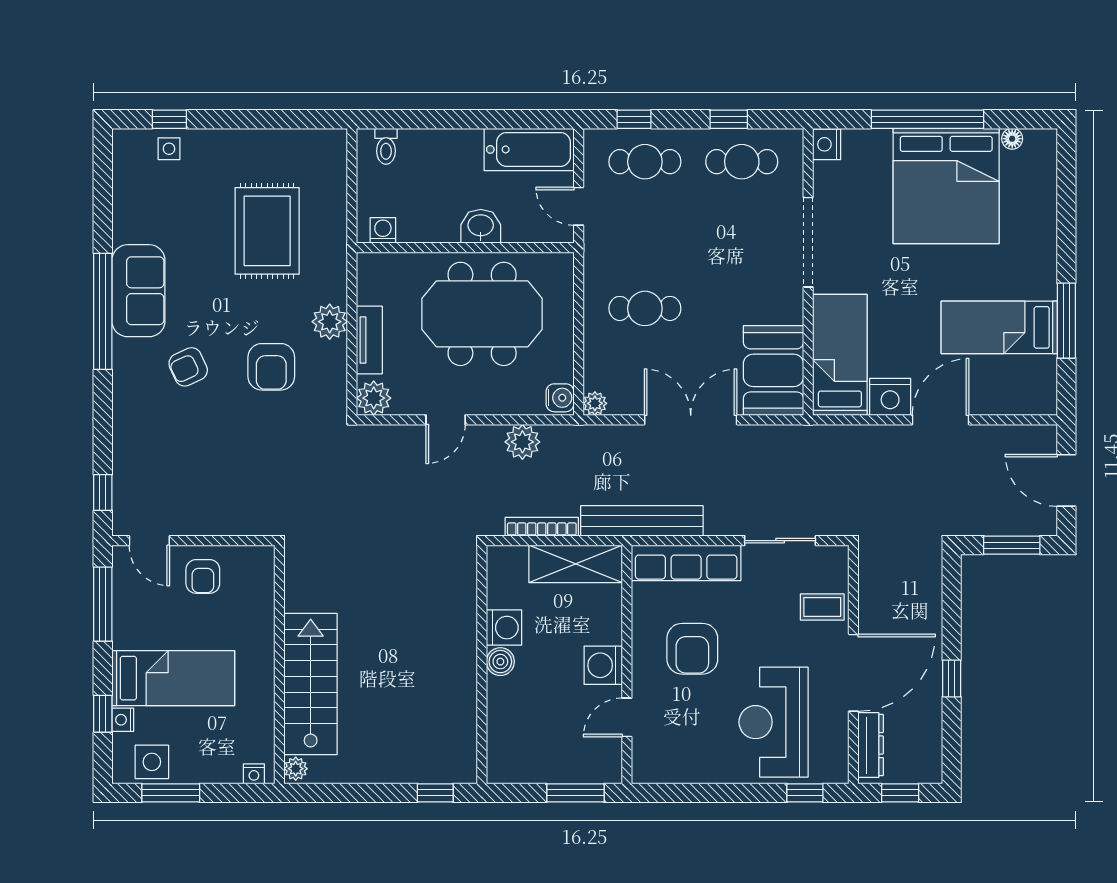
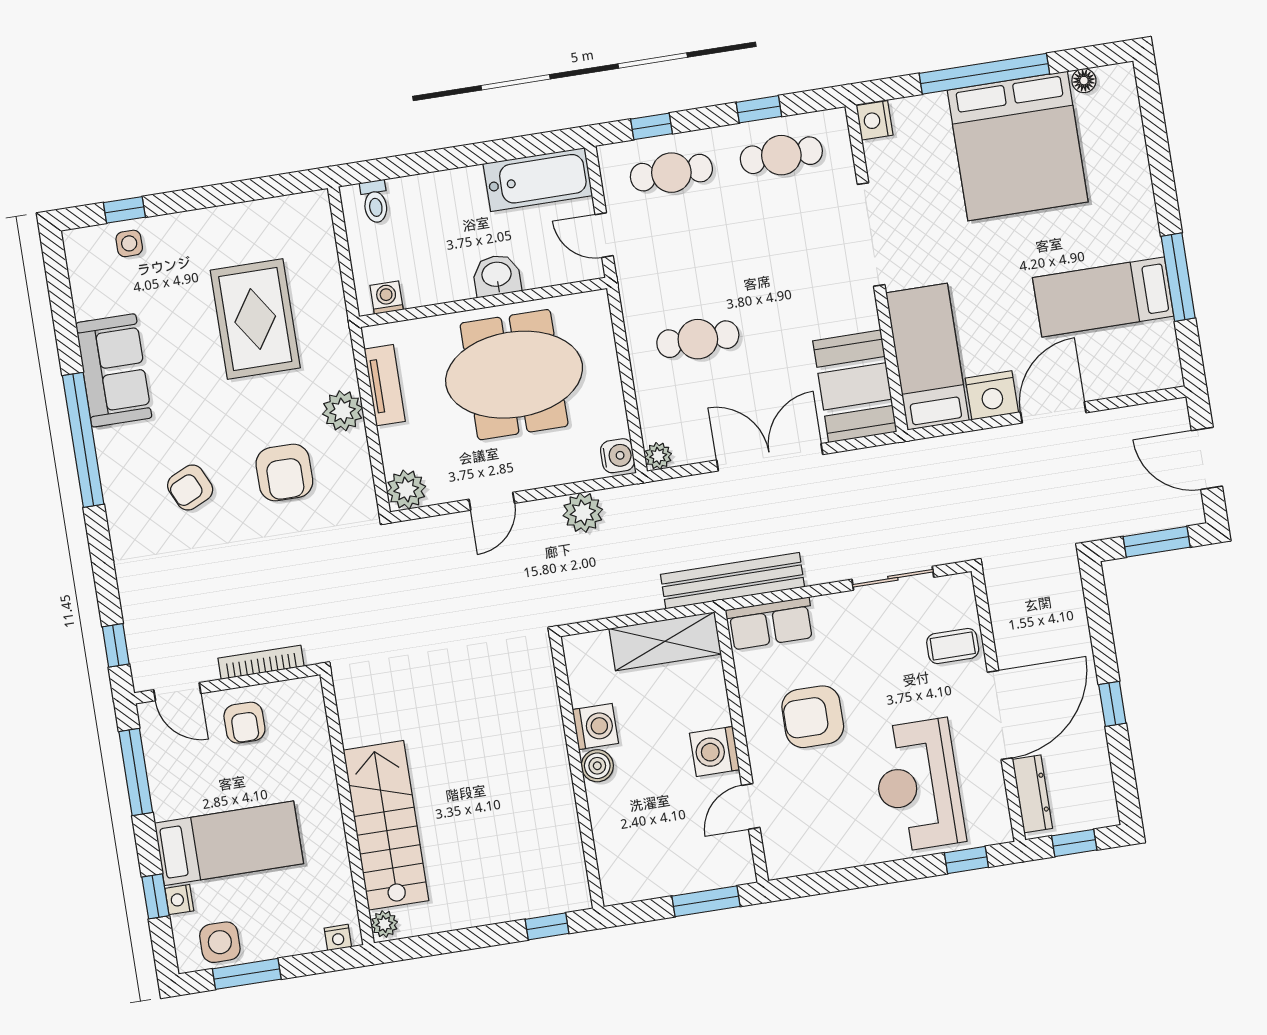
sofa: (138, 291) -> (114, 370), moved
tv unit: (369, 340) -> (385, 385), moved
bookcase: (542, 527) -> (261, 662), moved
row of seats: (686, 563) -> (770, 624), width x0.68
armchair: (692, 649) -> (813, 717), turned 90

